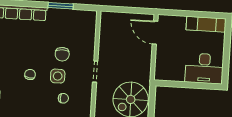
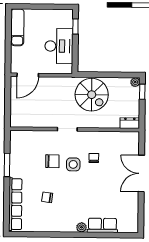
desk: (204, 69) -> (59, 46), moved
chair: (30, 75) -> (47, 197), moved
window: (204, 86) -> (75, 26), added

